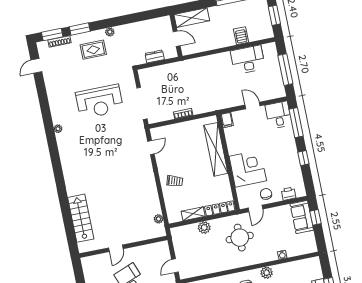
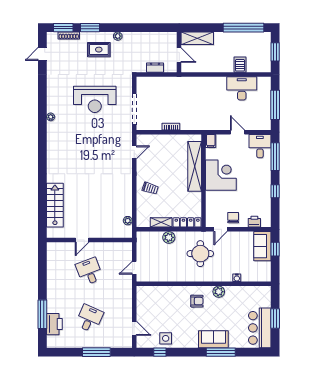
corner desk: (248, 169) -> (221, 175), moved

